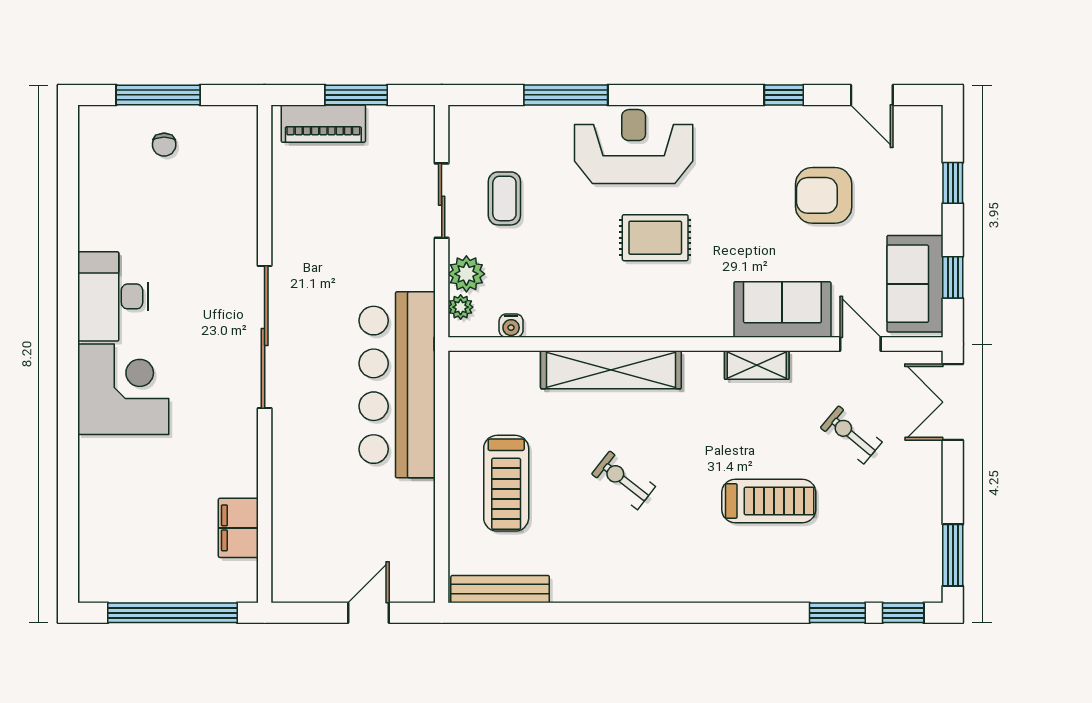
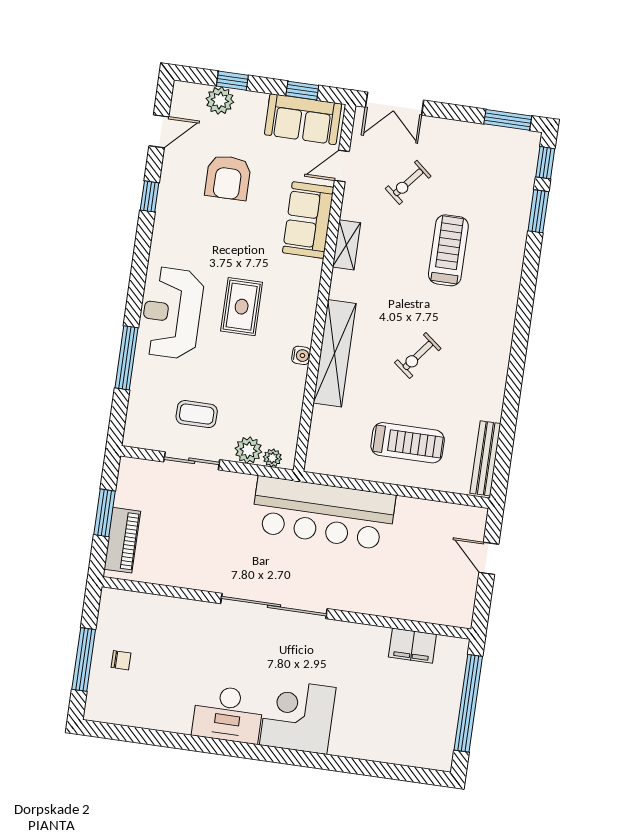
plant: (924, 170) -> (220, 100), added
water cooler: (511, 326) -> (301, 355), moved

